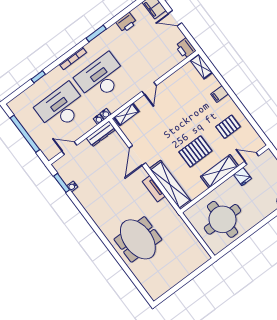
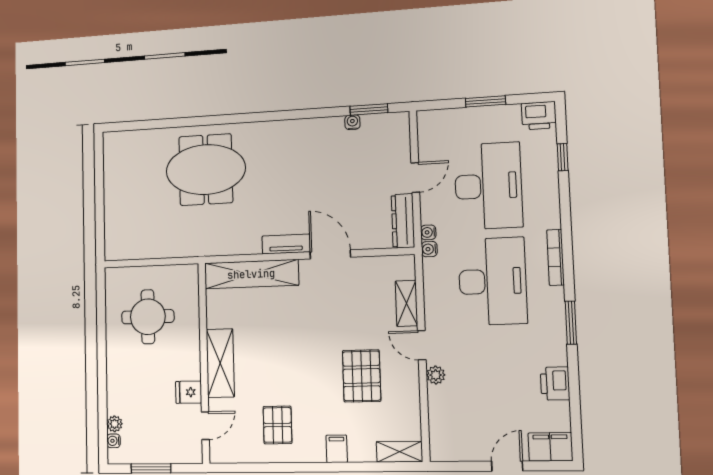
printer: (186, 48) -> (539, 116), moved, turned 180
plant: (158, 74) -> (436, 375), added
window: (38, 77) -> (563, 157), moved
shelving: (126, 114) -> (406, 303), moved
window: (25, 134) -> (486, 101), width x0.47
door: (69, 148) -> (415, 177), moved
pallet: (195, 151) -> (362, 376), moved
tv unit: (154, 189) -> (286, 244), moved
round table: (222, 219) -> (148, 317), width x0.73, depth x0.73

